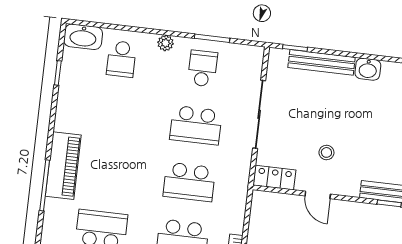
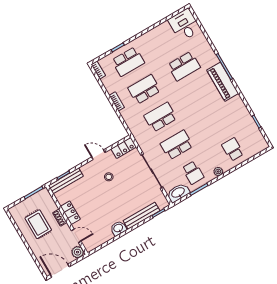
washbasin: (83, 37) -> (178, 193), moved

